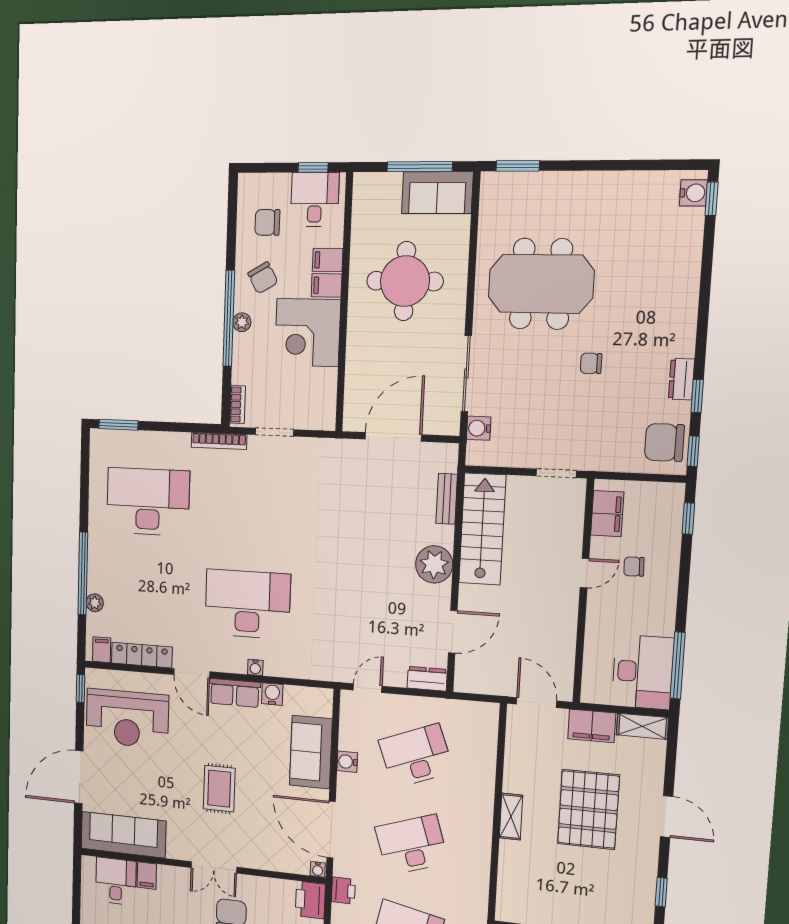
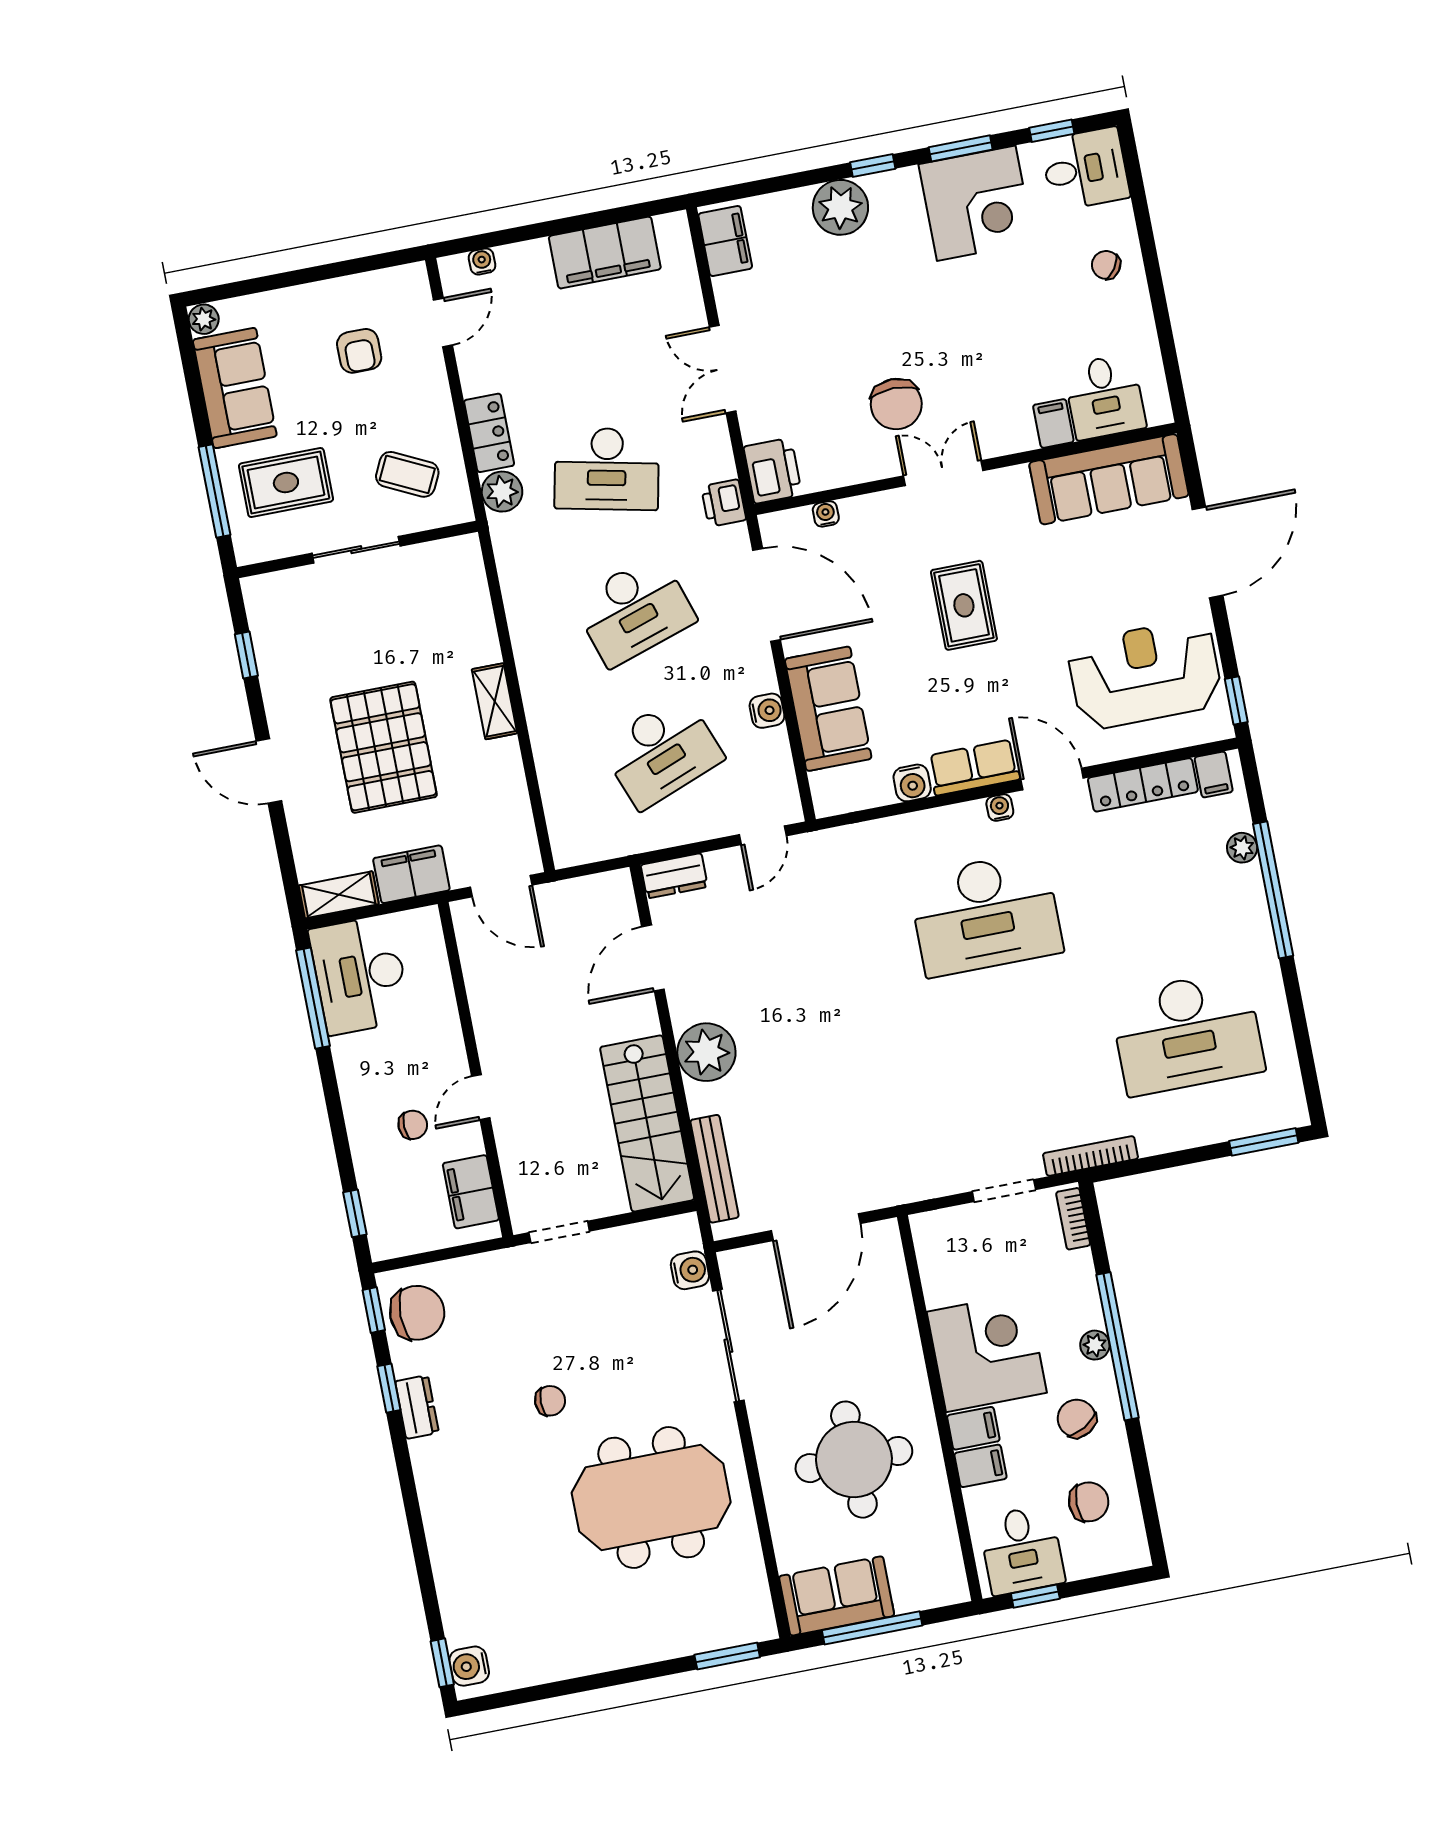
bench: (447, 499) -> (715, 1169), width x1.36
water cooler: (255, 667) -> (1000, 808), moved
water cooler: (318, 869) -> (826, 514), moved

